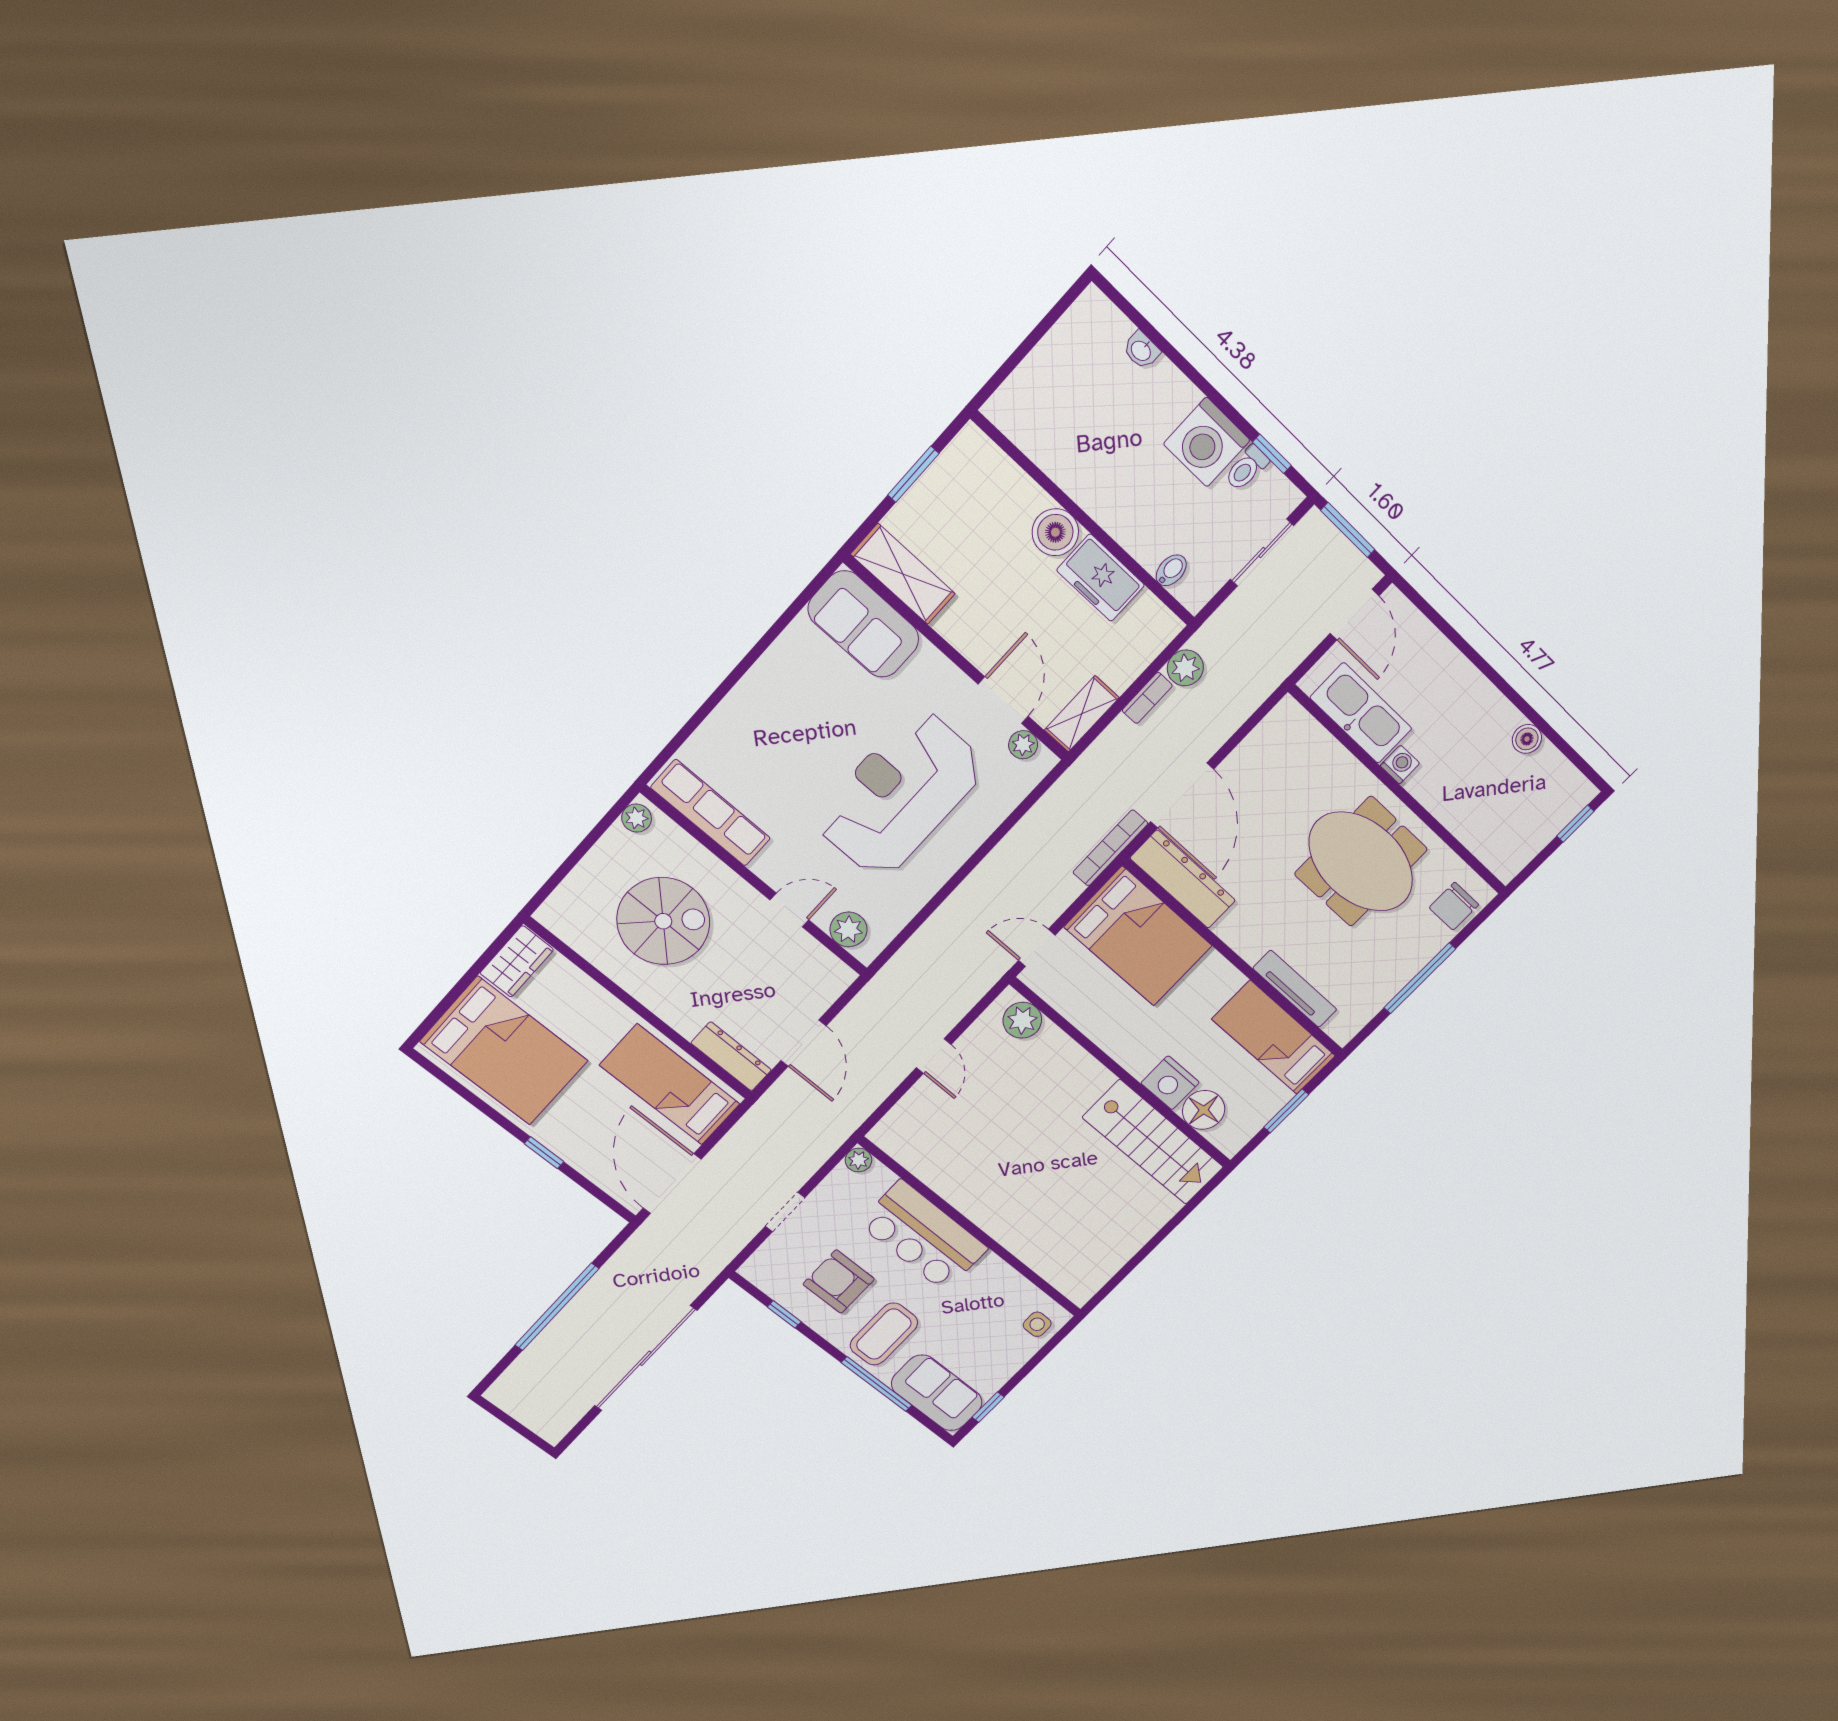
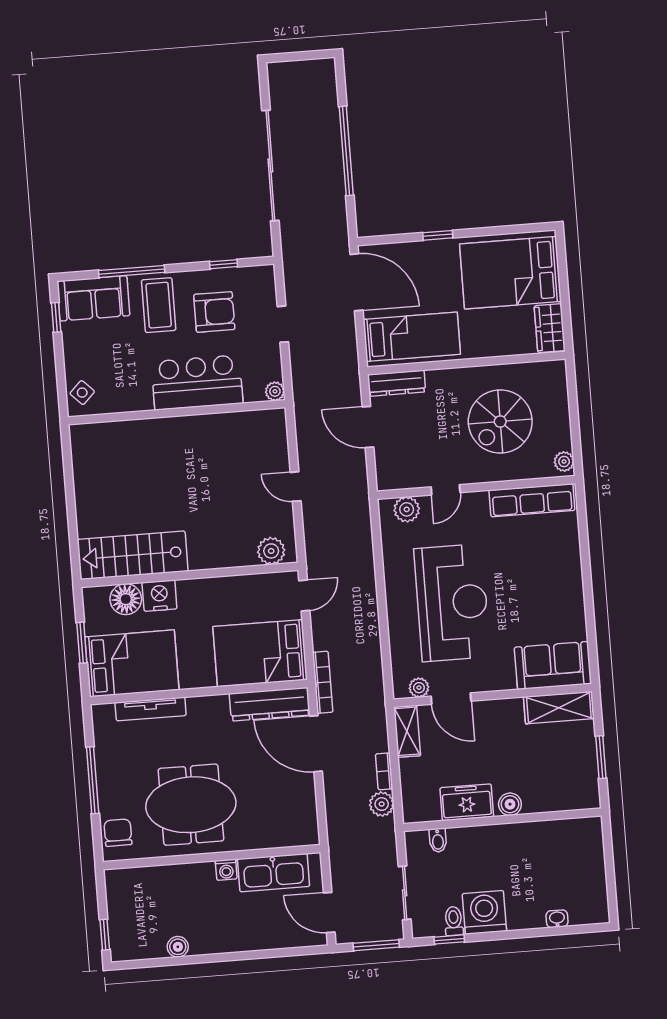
boiler: (1055, 532) -> (510, 804), width x0.73, depth x0.73
bed: (1274, 1038) -> (132, 663), width x1.50
side table: (1037, 1324) -> (82, 393), turned 45

